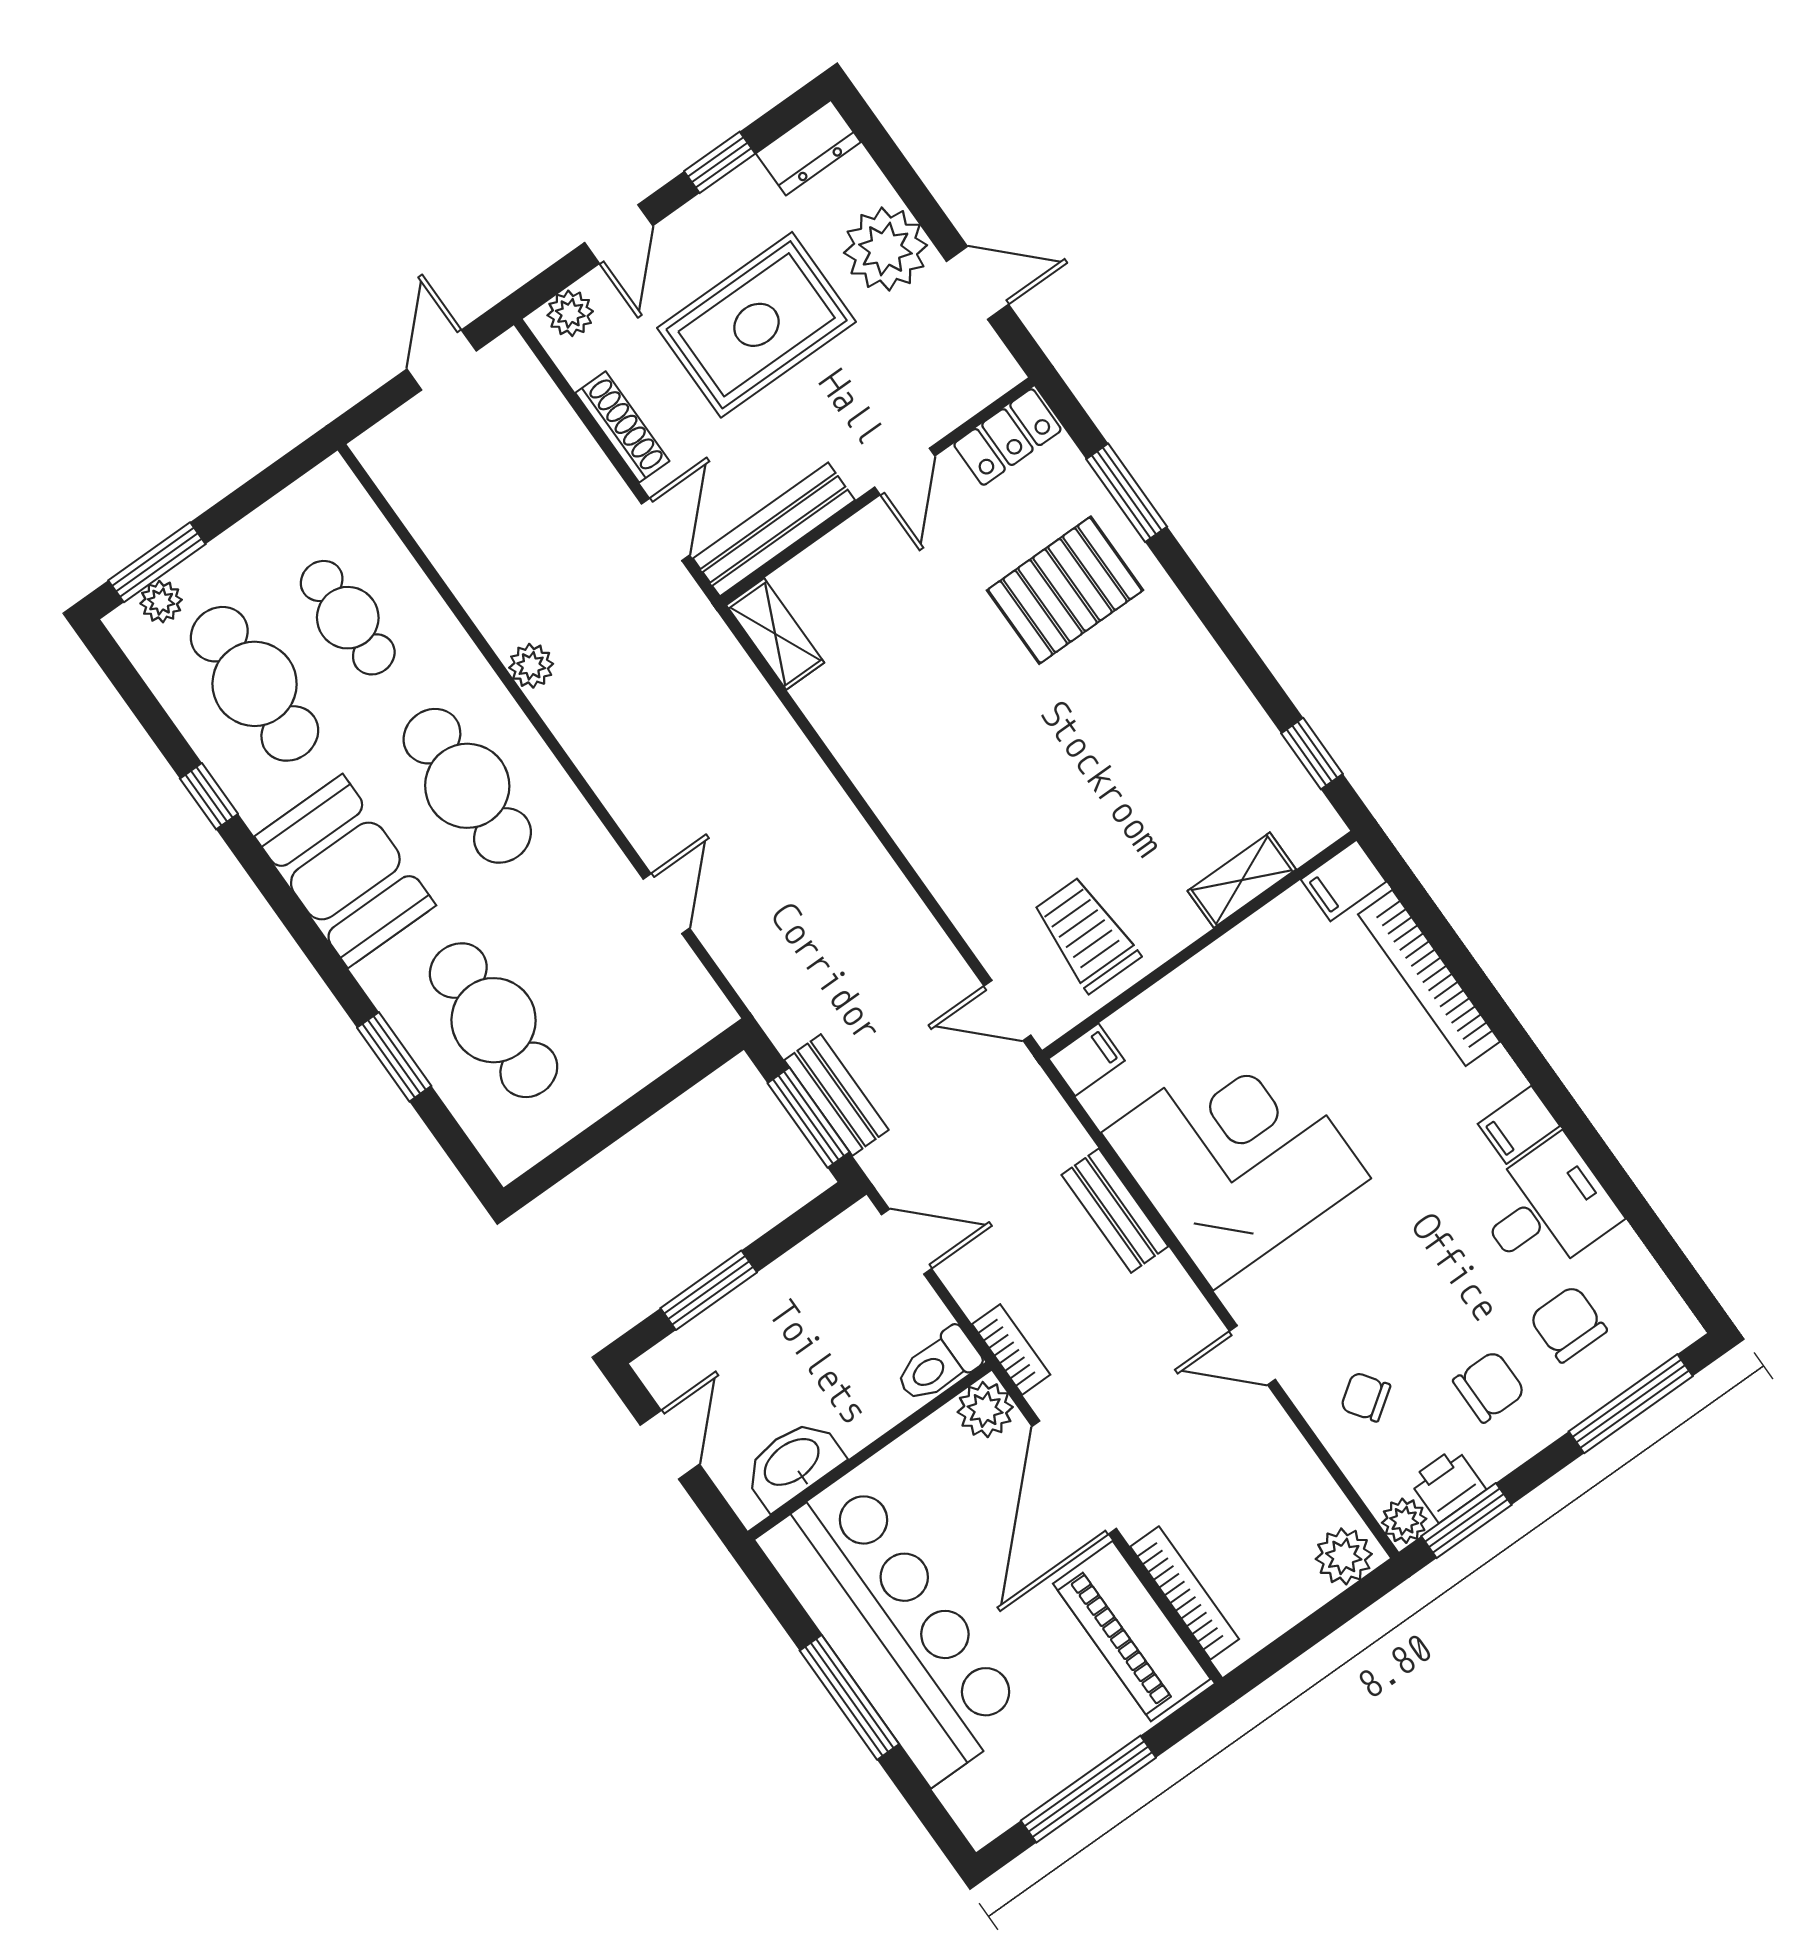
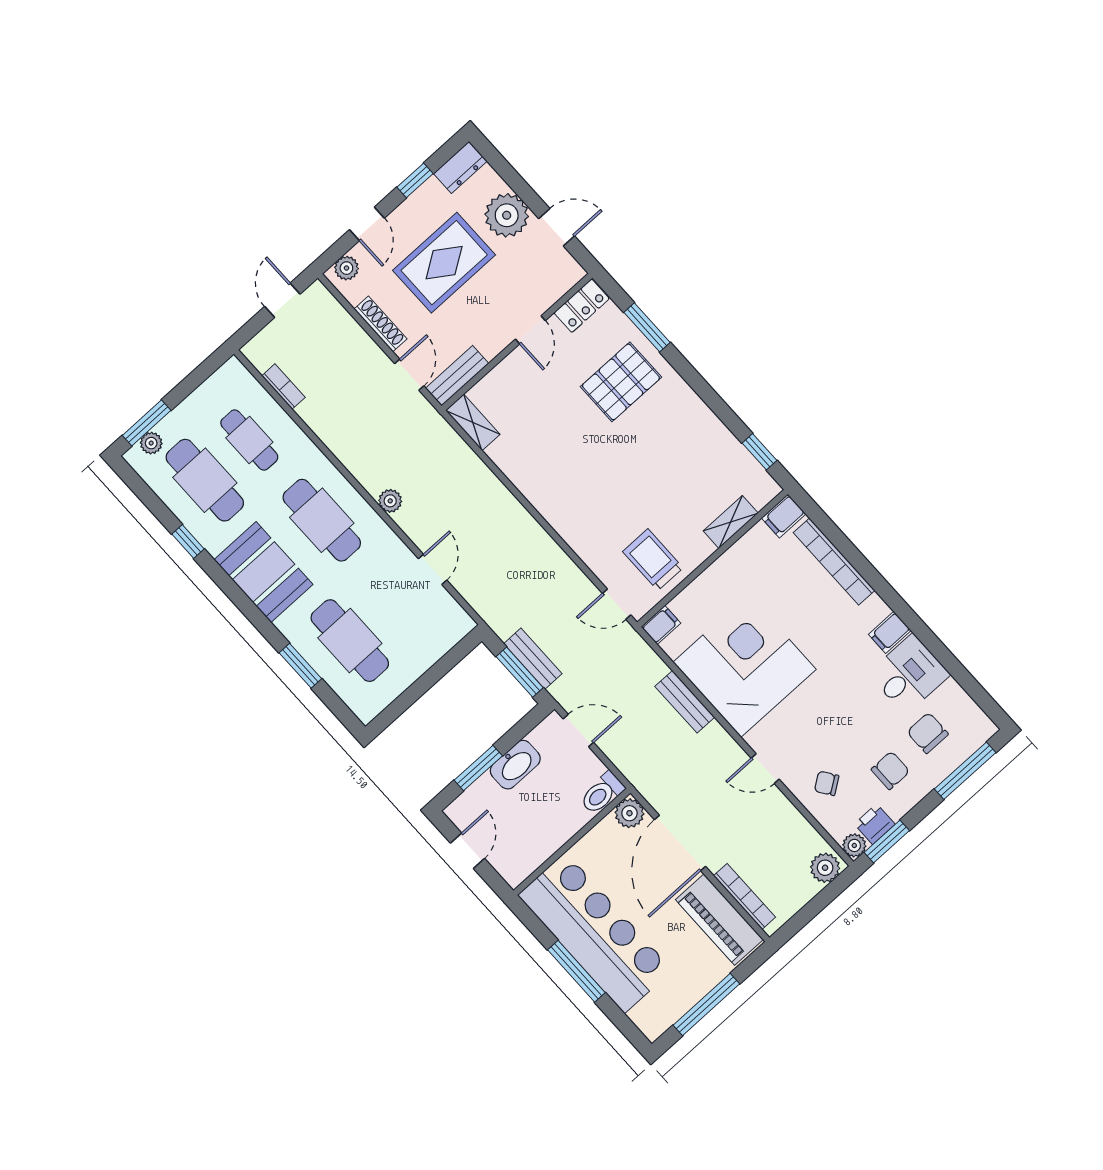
bench: (774, 529) -> (457, 376), width x0.73
plant: (531, 666) -> (390, 501), moved
bookcase: (1011, 1349) -> (283, 387), moved
washbasin: (793, 1463) -> (515, 765), moved, turned 180

